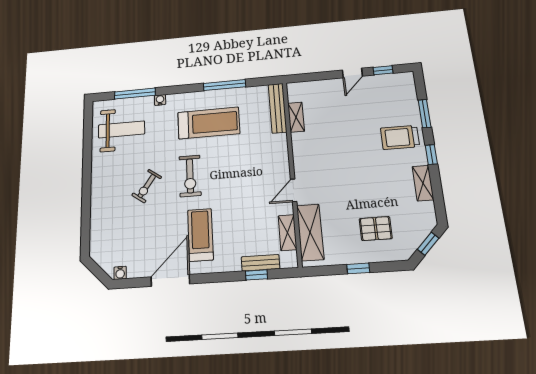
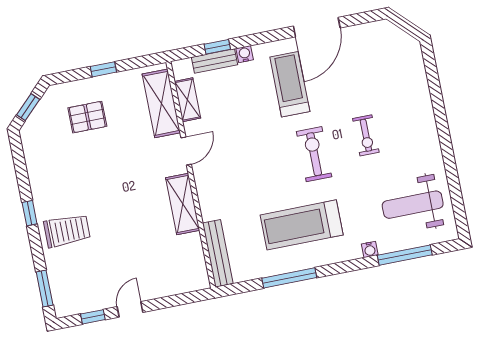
window: (425, 114) -> (45, 288), moved
shelving: (296, 117) -> (183, 204), moved, width x1.50, depth x1.33
shelving: (423, 183) -> (37, 177), removed
exercise bike: (147, 186) -> (366, 135), turned 145
treadmill: (200, 235) -> (290, 84), turned 180
water cooler: (120, 273) -> (245, 54), moved

